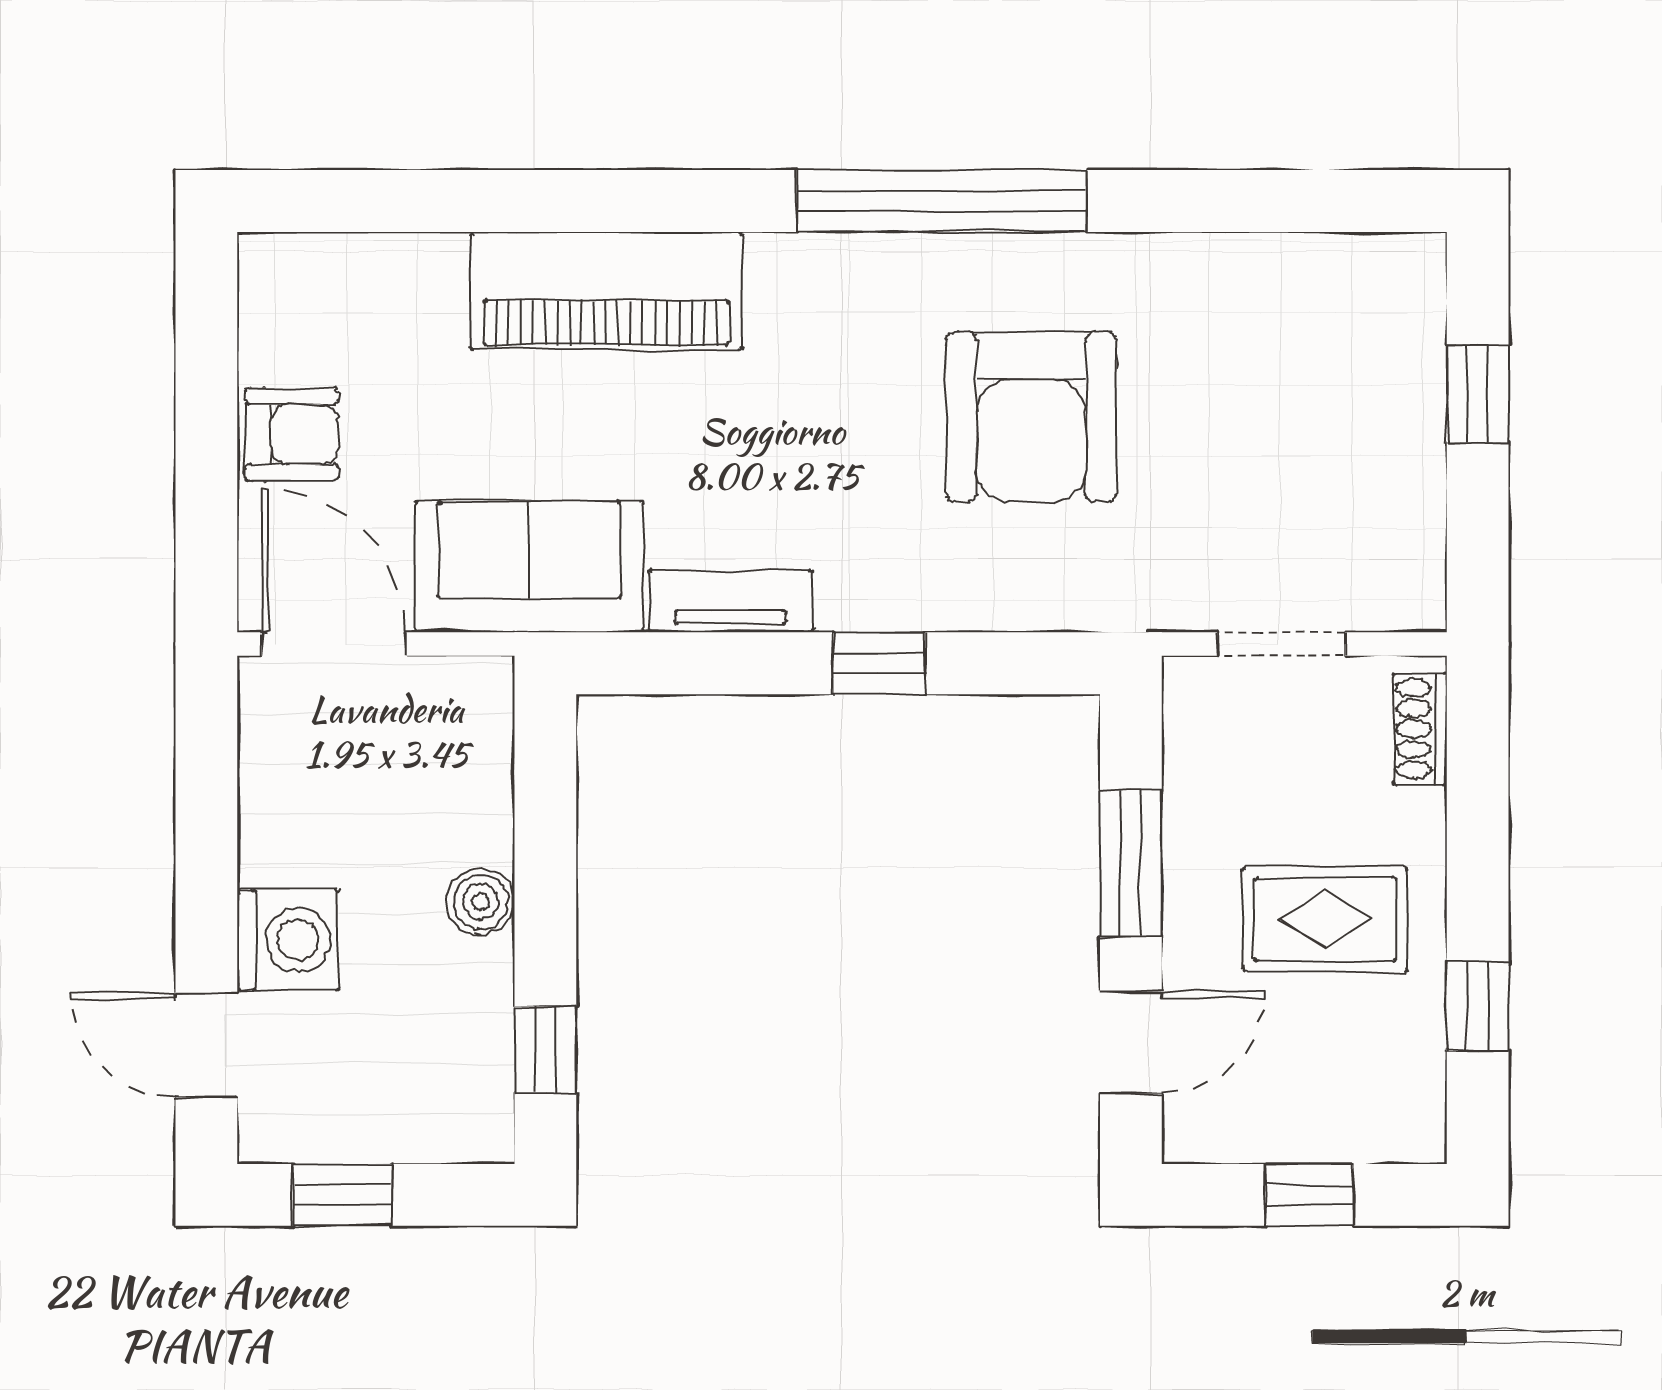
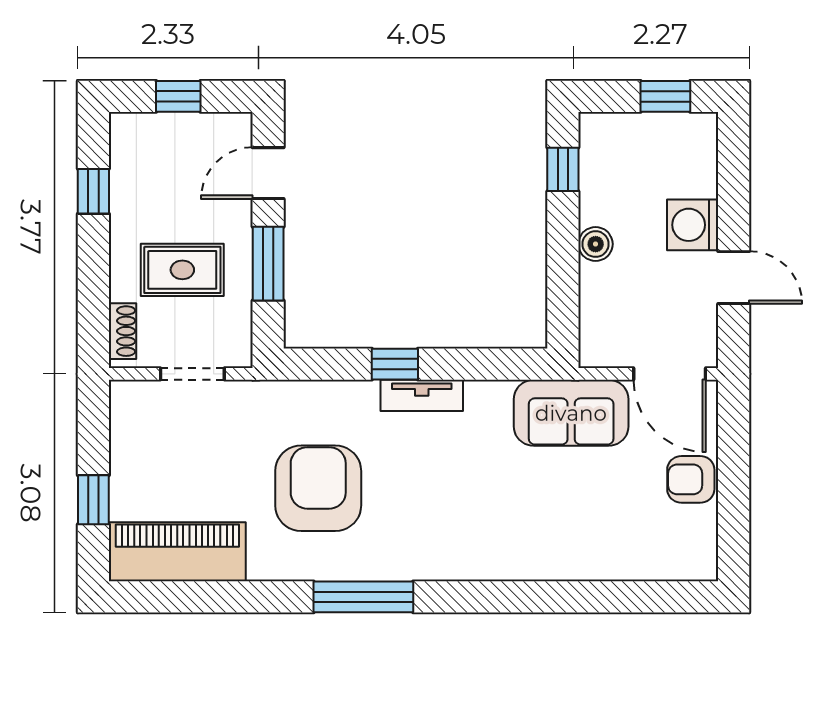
window: (942, 201) -> (363, 597), width x0.68
piano: (606, 291) -> (177, 552), moved
tv unit: (731, 601) -> (422, 395), moved
rug: (1325, 919) -> (182, 270), moved
door: (206, 1045) -> (734, 277), moved

